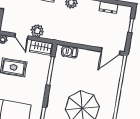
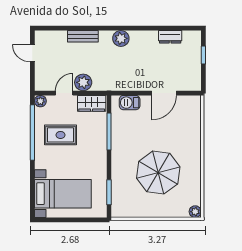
door: (22, 36) -> (64, 93), swing flipped
door: (111, 51) -> (164, 93), moved

